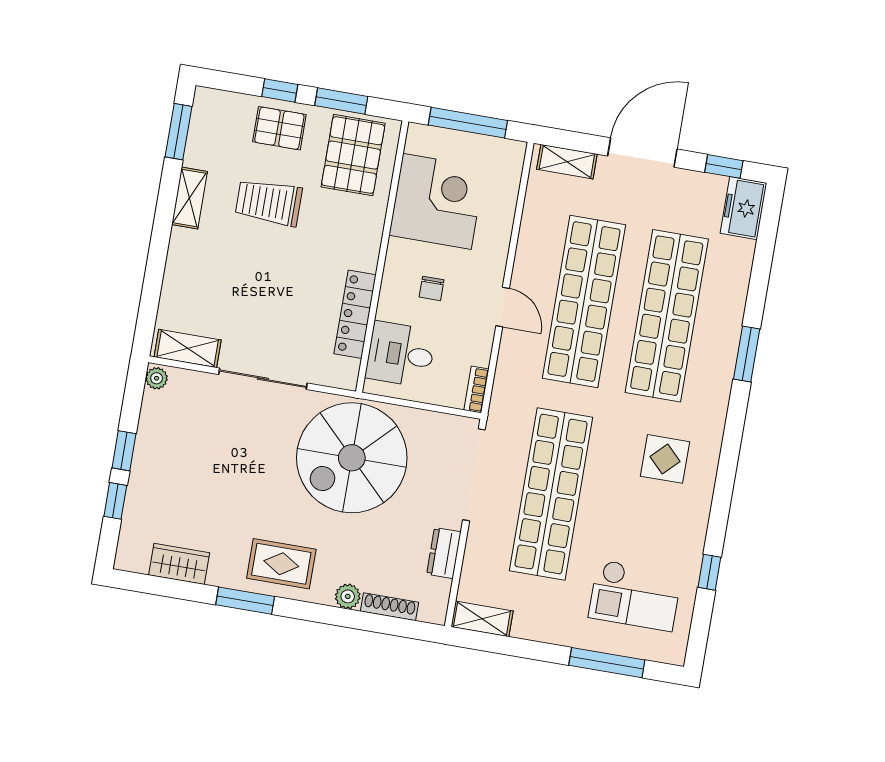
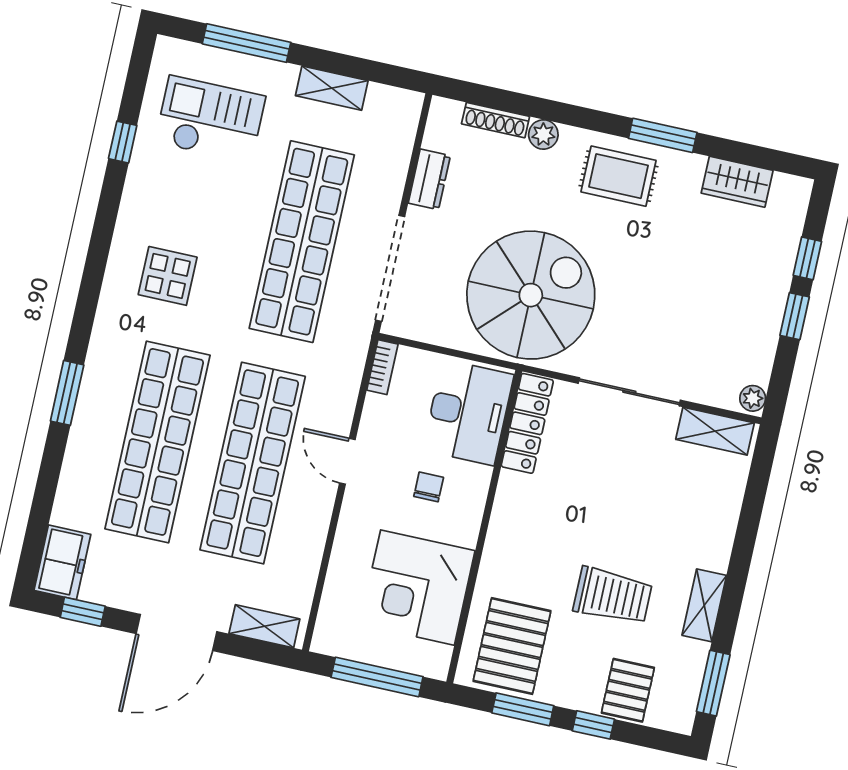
pallet: (279, 128) -> (628, 690), moved, turned 90
locker: (355, 314) -> (527, 423), moved
desk: (401, 354) -> (468, 412), width x1.37
shelving: (482, 619) -> (332, 88), moved

